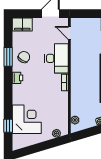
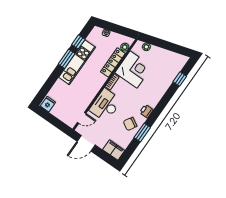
door: (69, 33) -> (82, 118), hinge flipped
locker: (76, 100) -> (113, 63), added
corner desk: (27, 119) -> (133, 70), moved, turned 180

